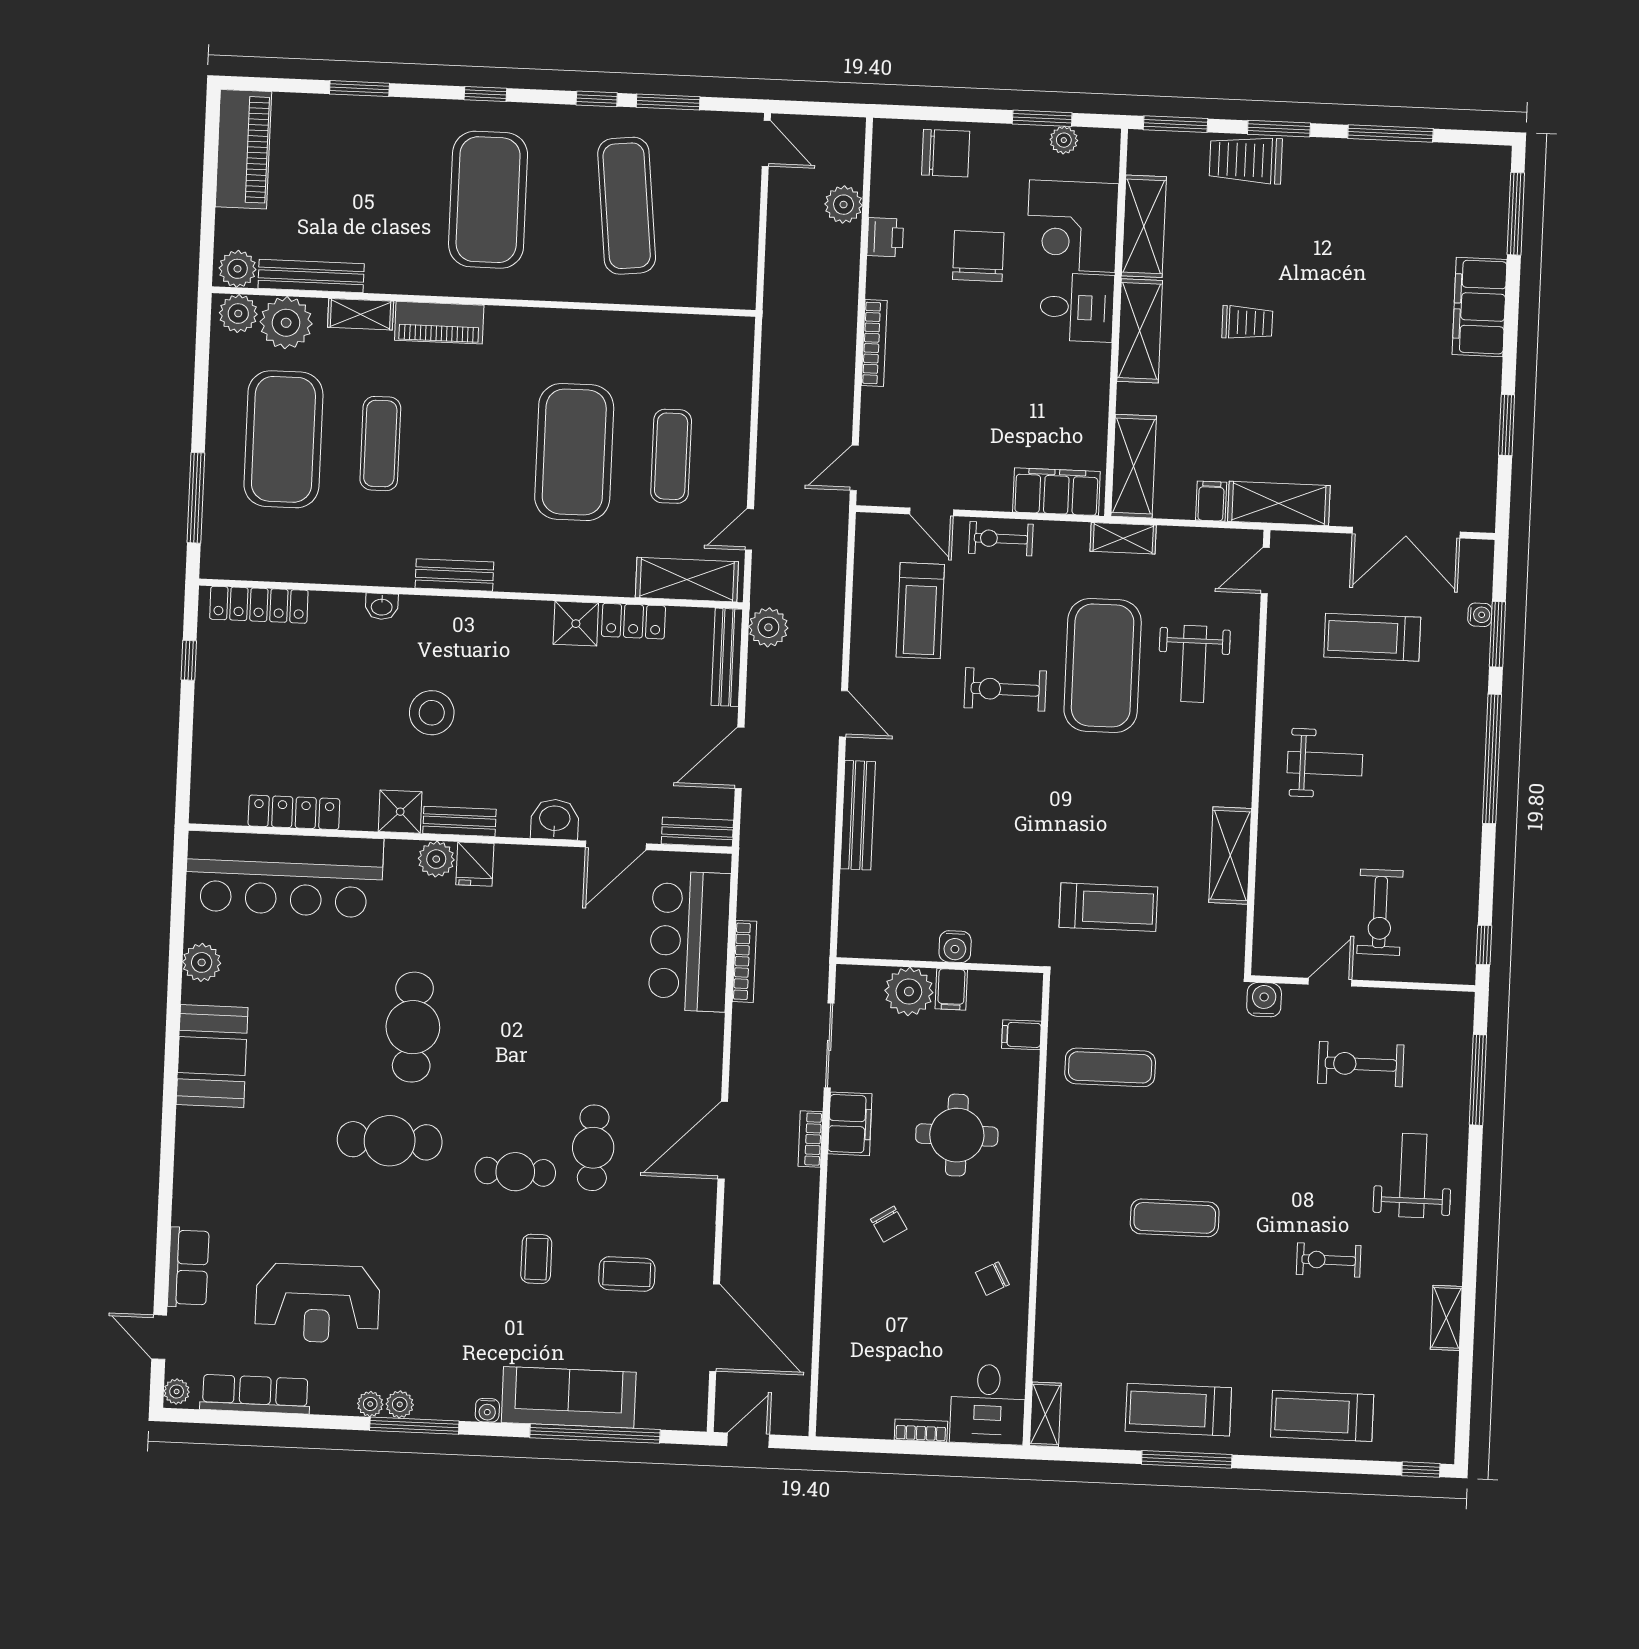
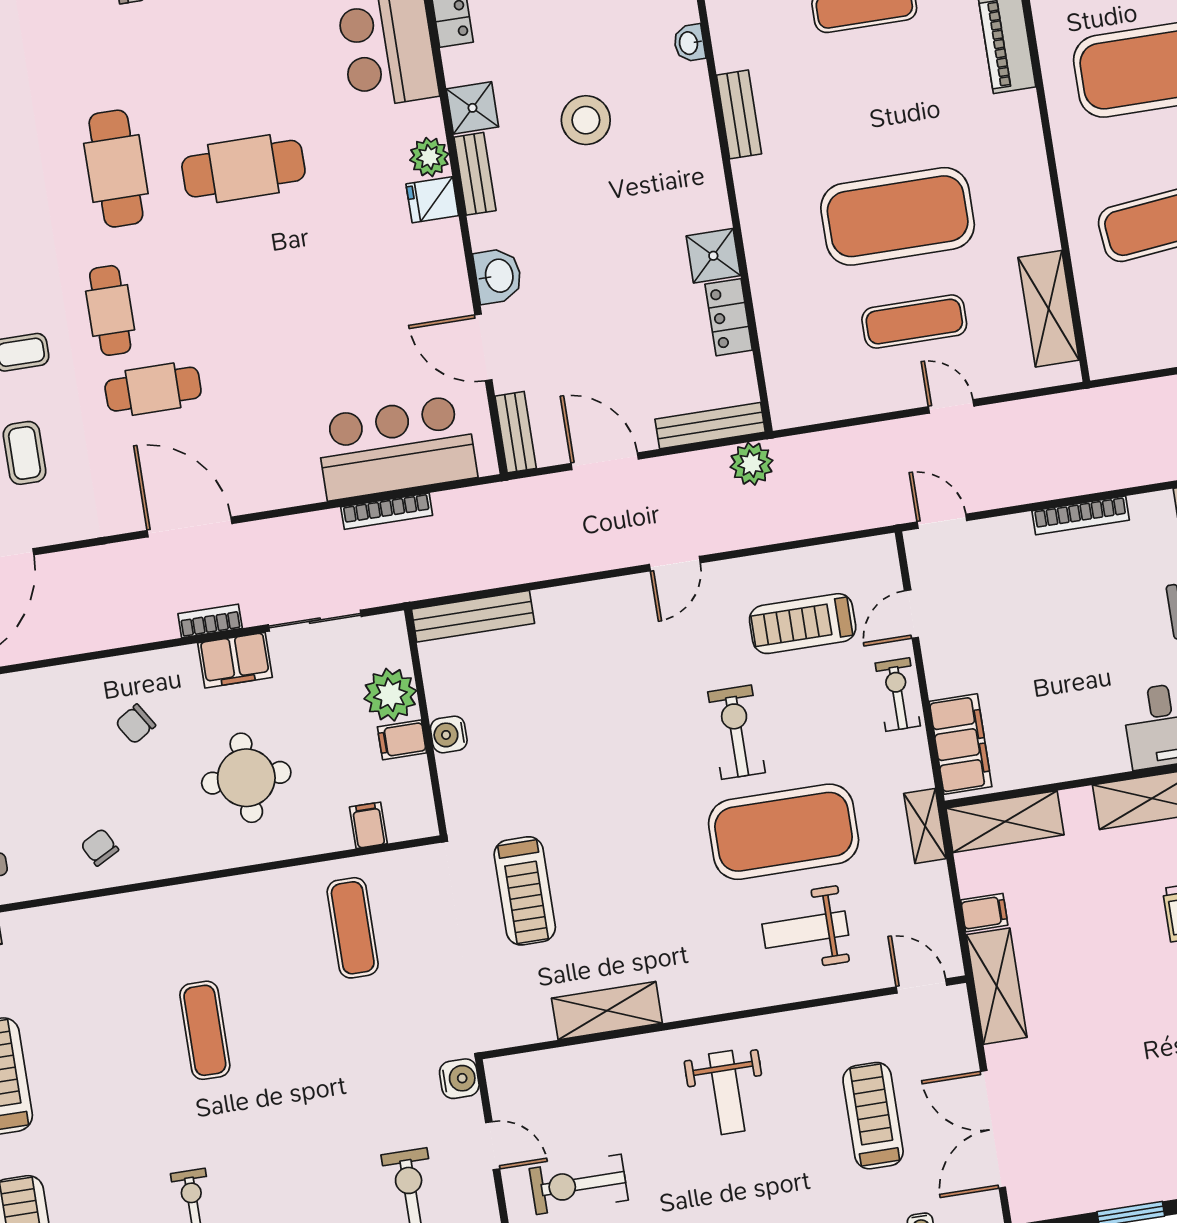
door: (749, 529) -> (951, 406), moved
shelving: (687, 580) -> (1049, 309), moved
bench: (858, 815) -> (473, 616), moved

